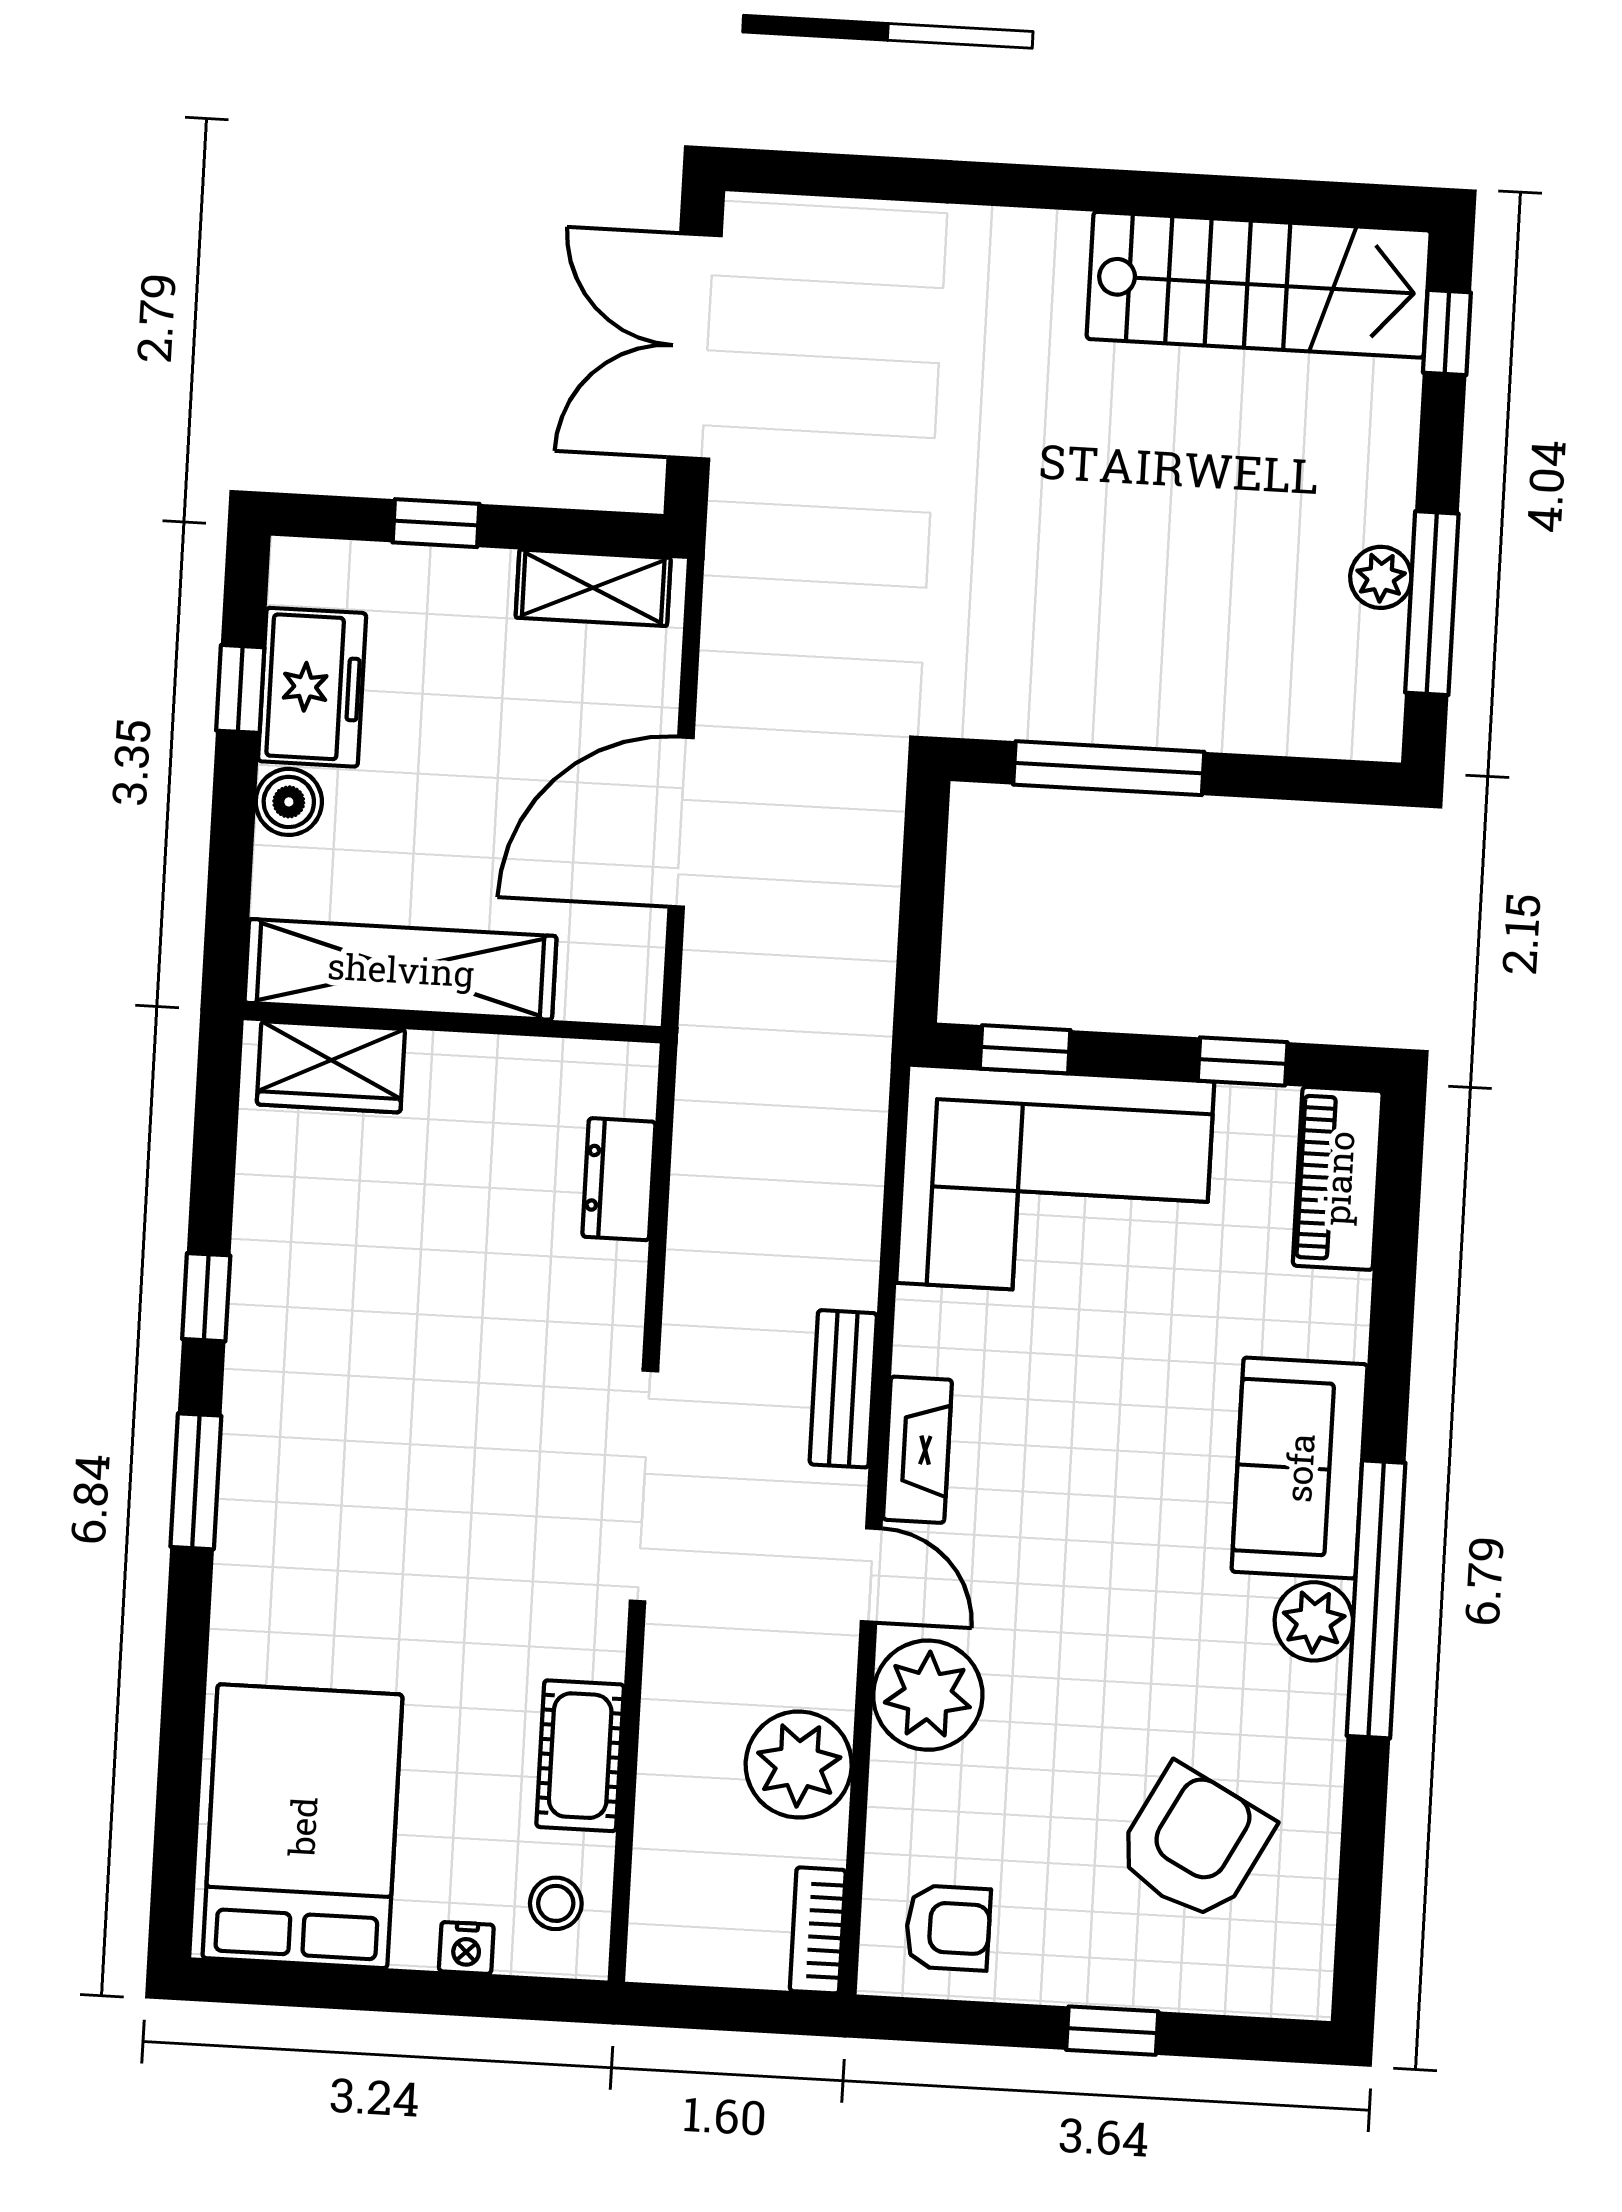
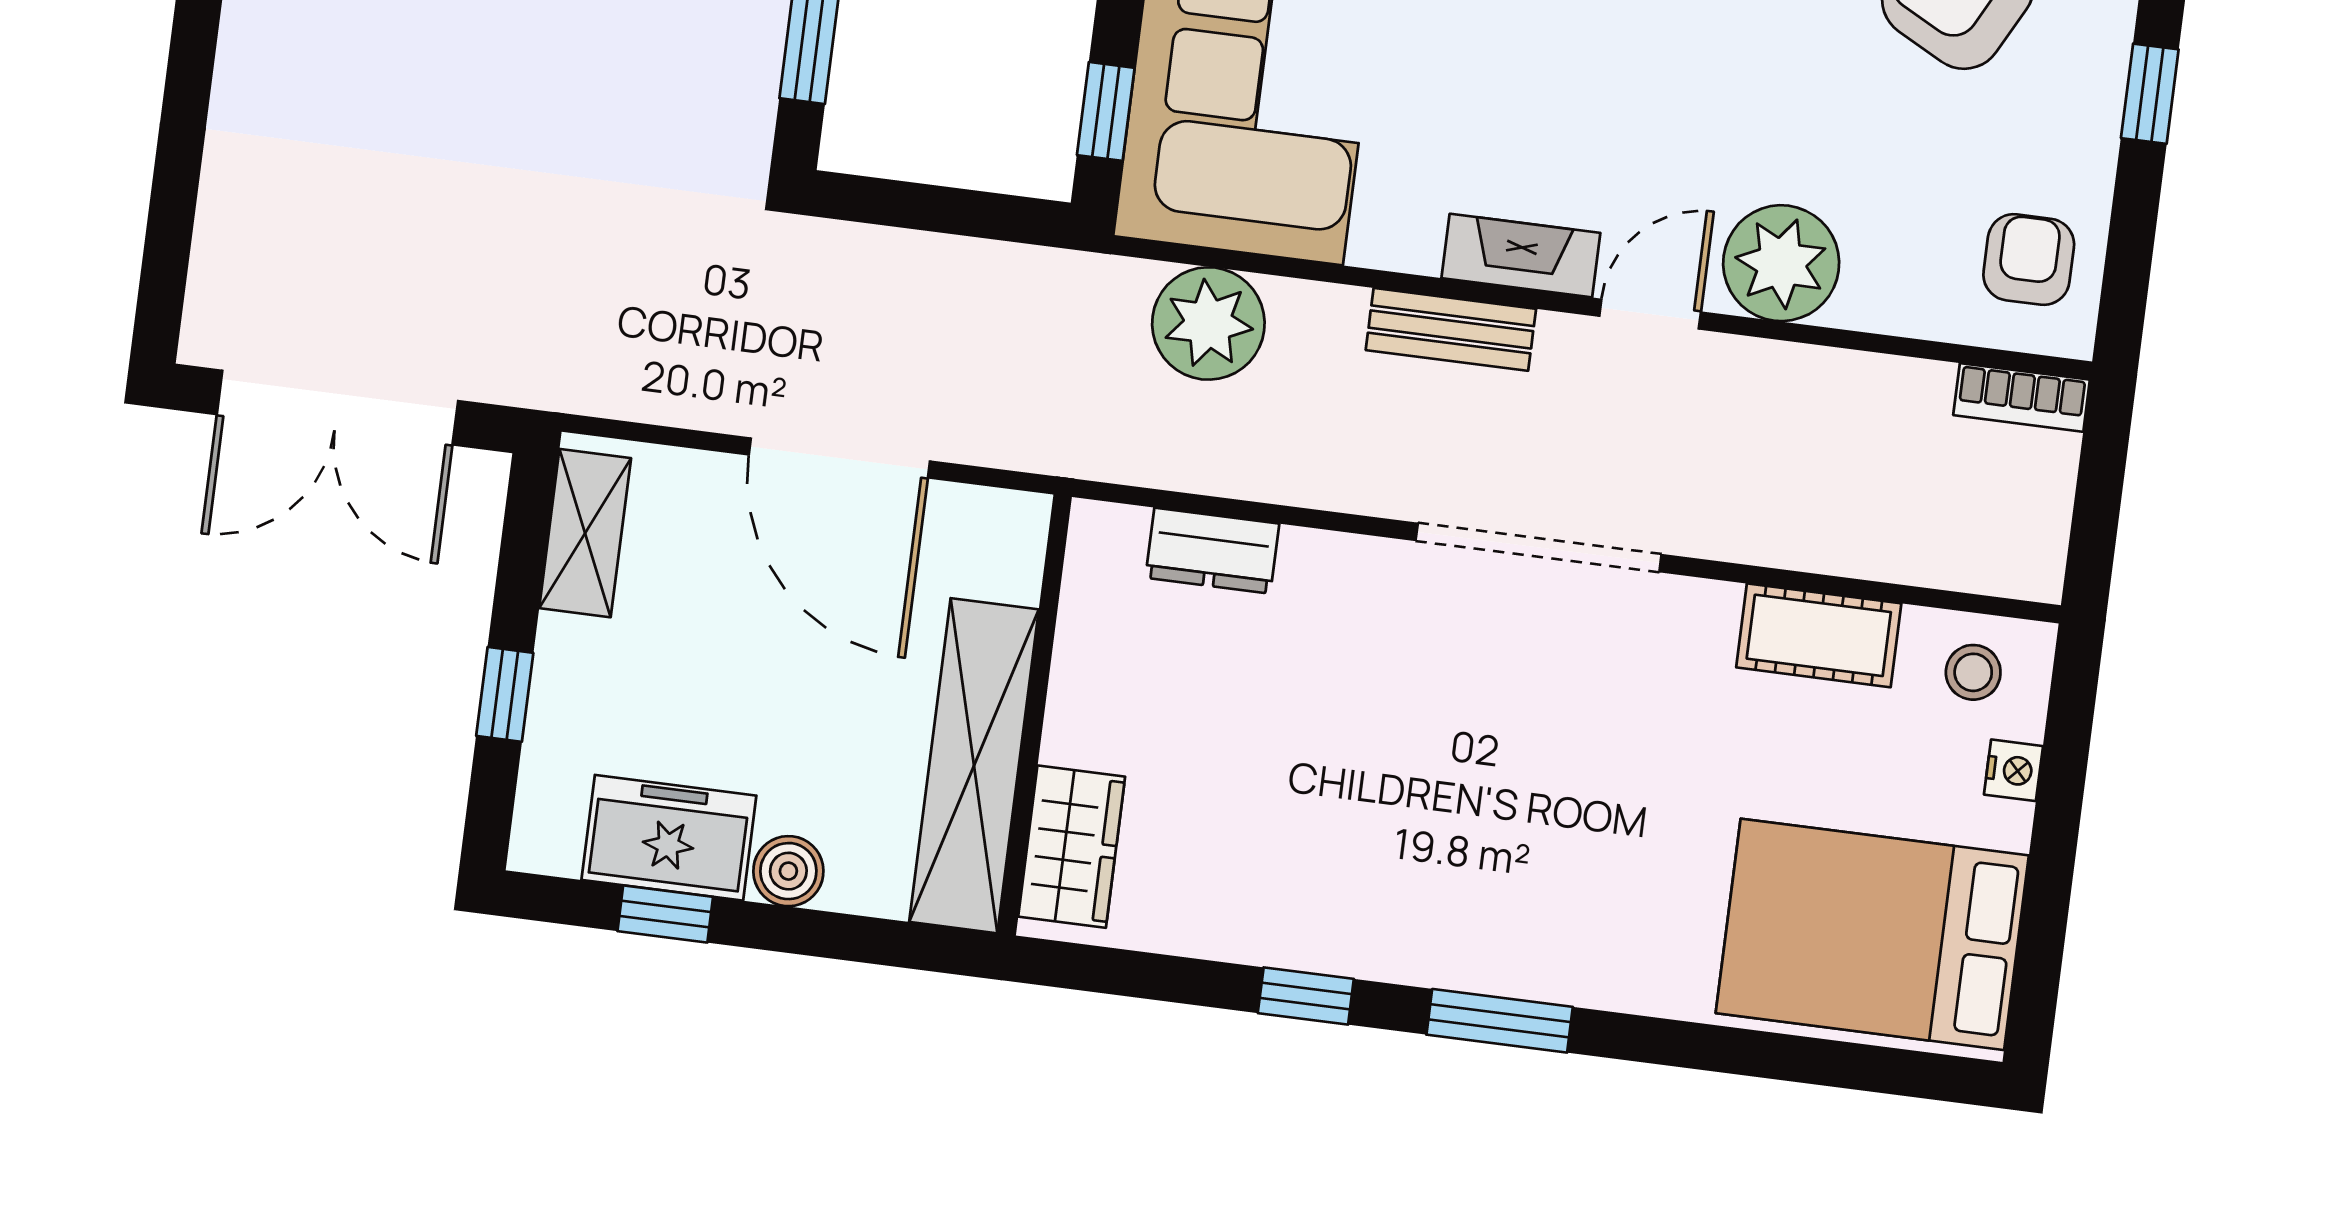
plant: (799, 1764) -> (1208, 323), moved

